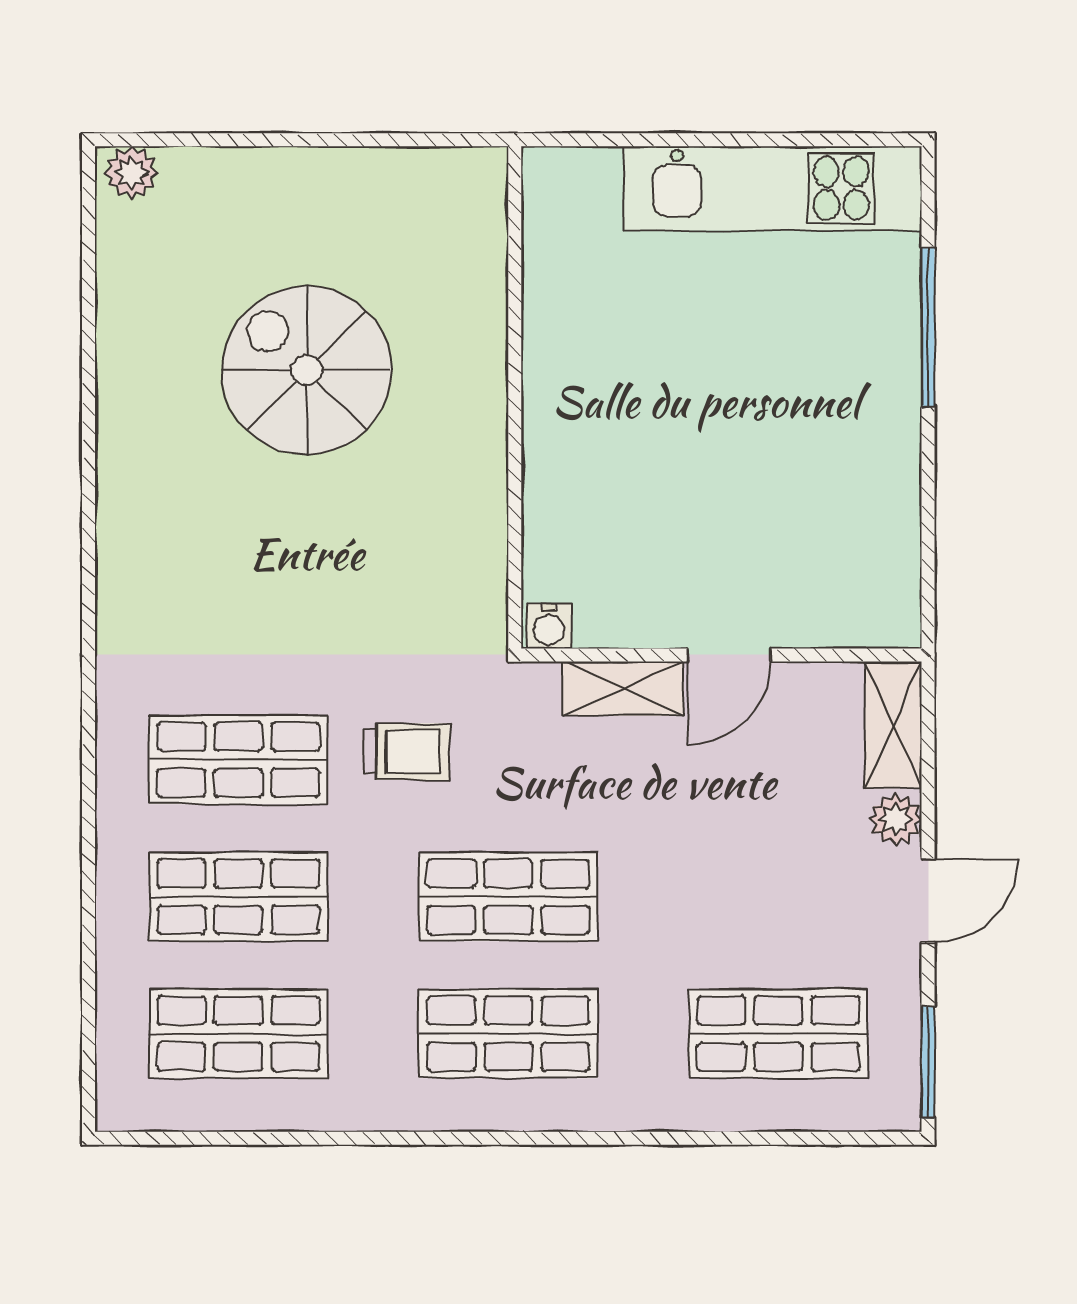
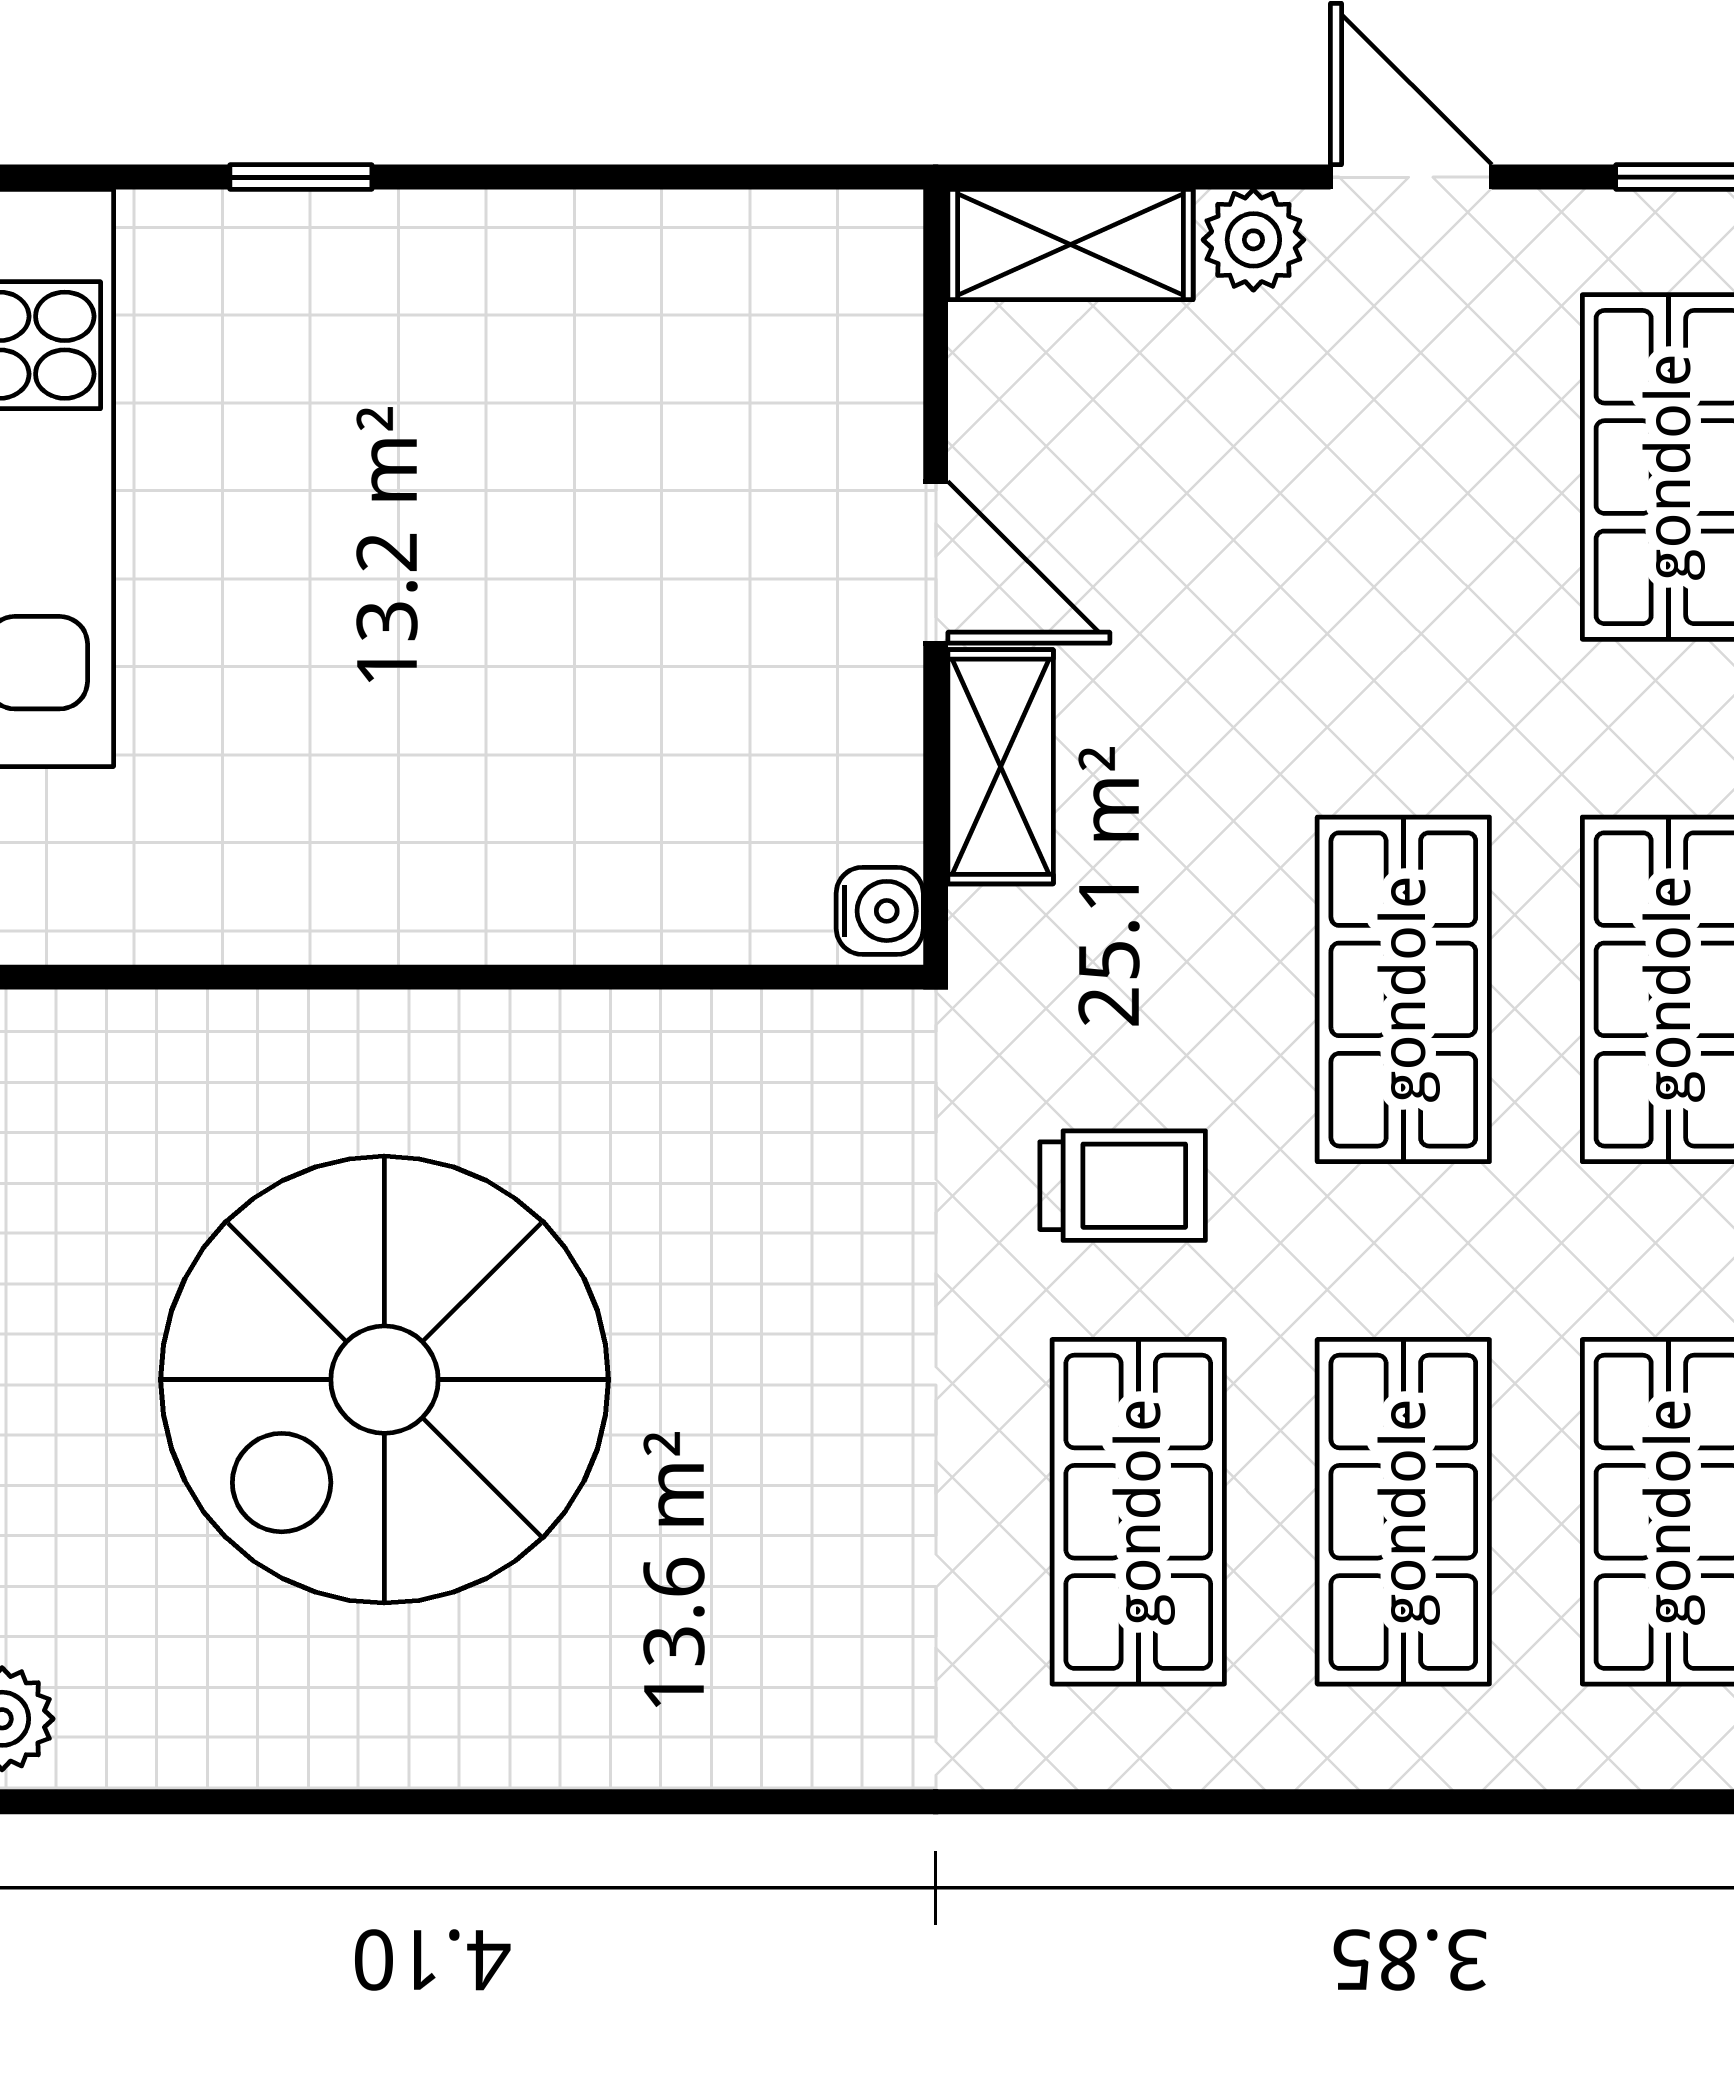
window: (928, 327) -> (301, 177), width x0.46
spiral stairs: (307, 370) -> (384, 1380), width x1.37, depth x1.37
trolley: (407, 752) -> (1123, 1186), turned 90

